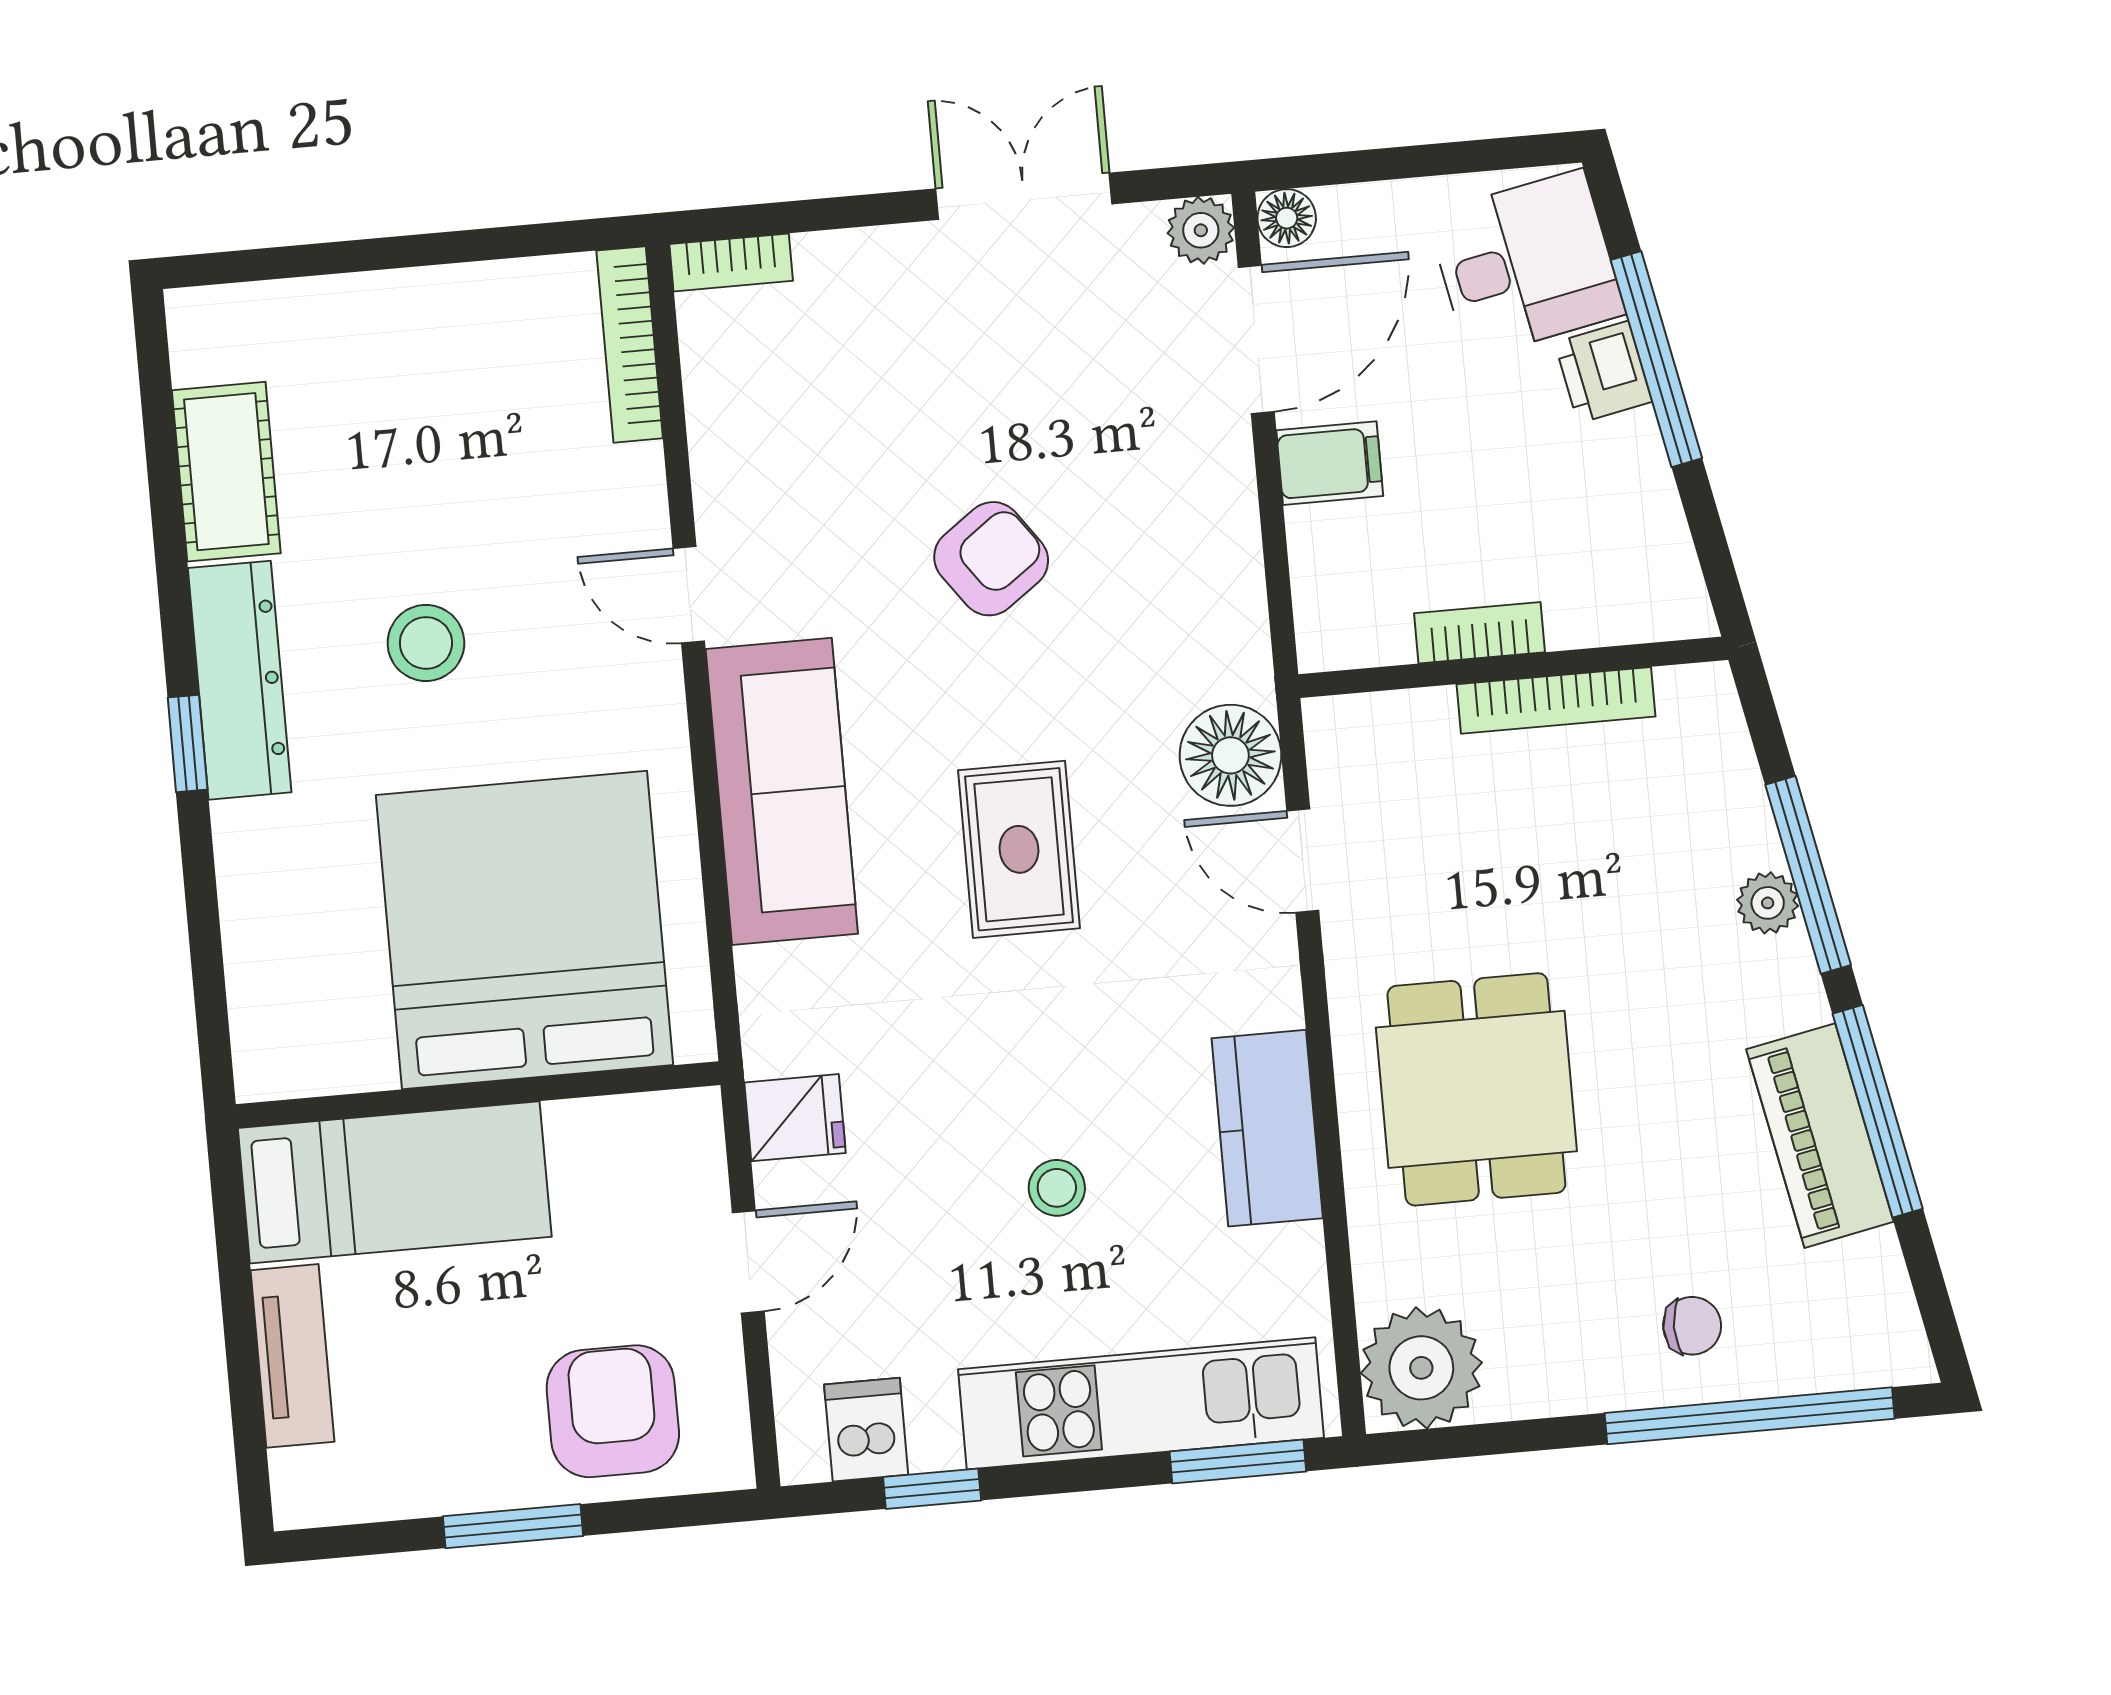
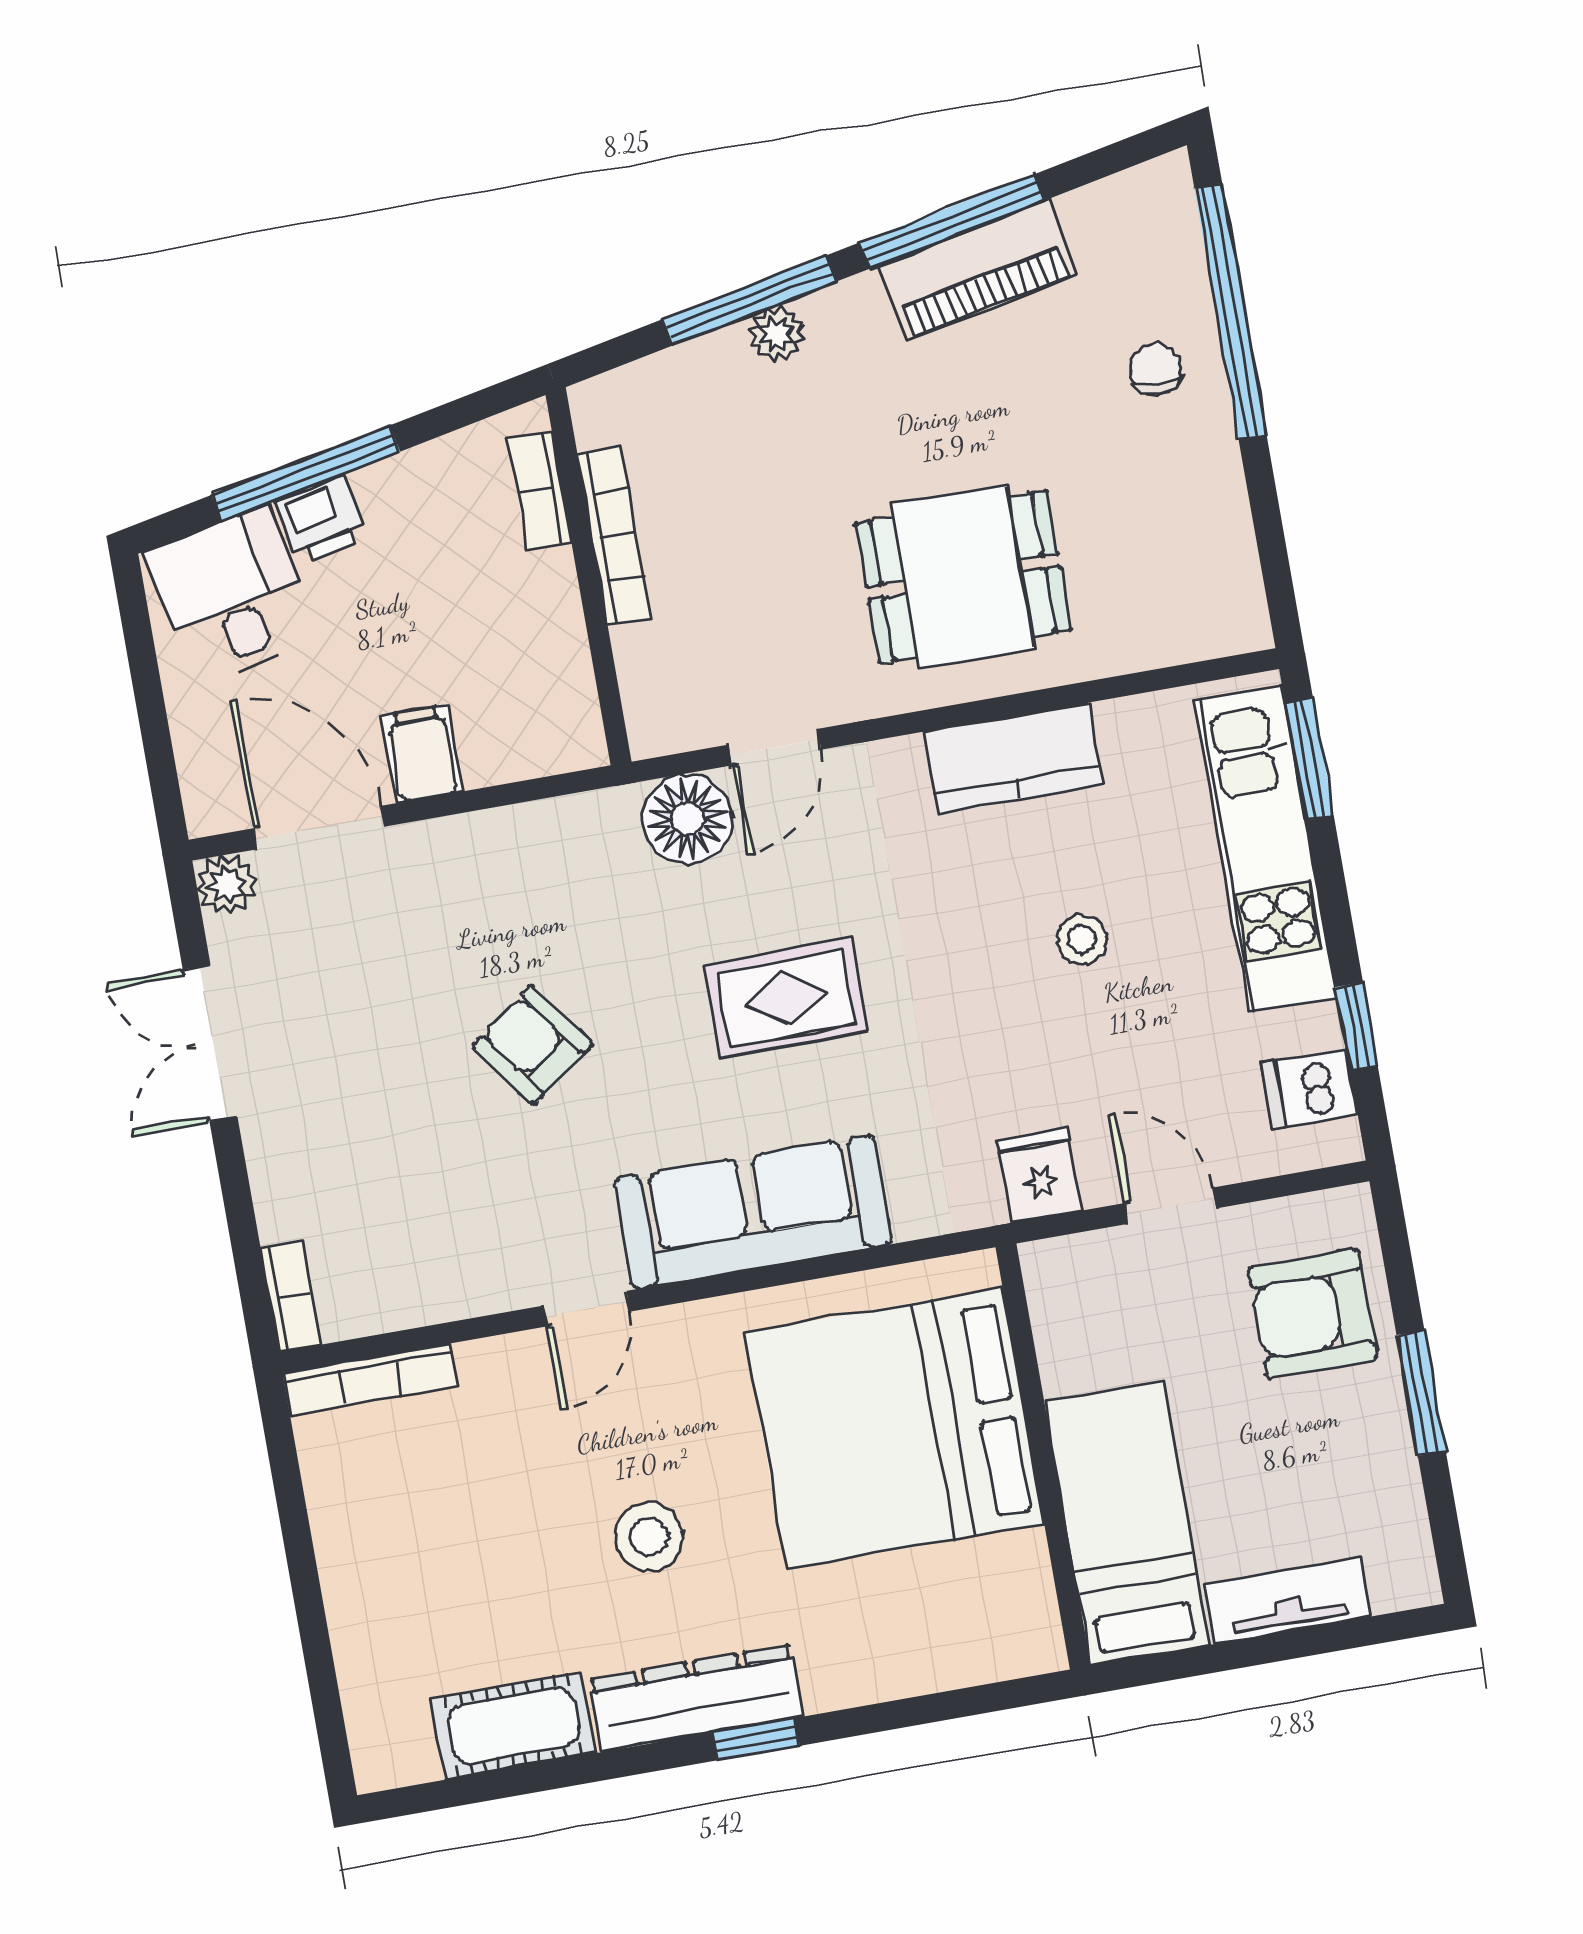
floor lamp: (1287, 218) -> (209, 810), removed
bookcase: (1480, 633) -> (540, 490), moved
plant: (1421, 1368) -> (1213, 604), removed

